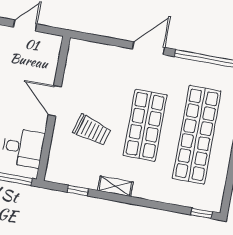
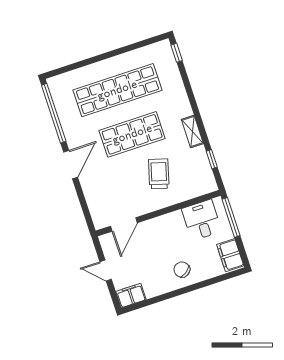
door: (148, 48) -> (71, 165), swing flipped
door: (55, 101) -> (124, 224), moved

